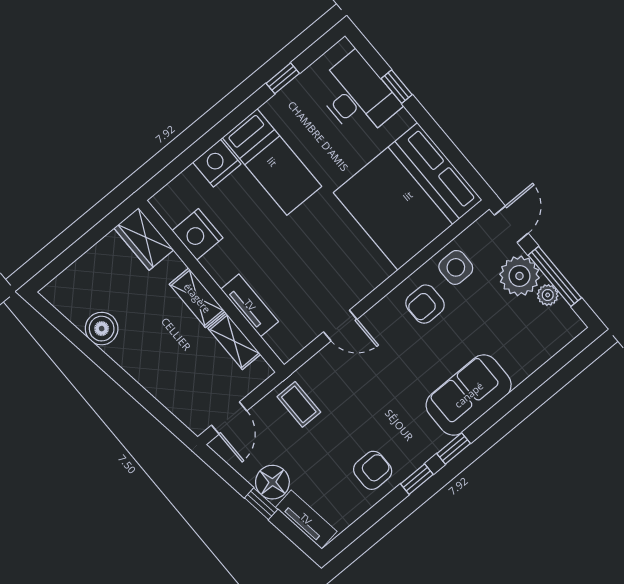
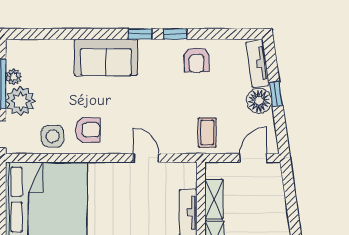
armchair: (373, 470) -> (196, 60), turned -90

